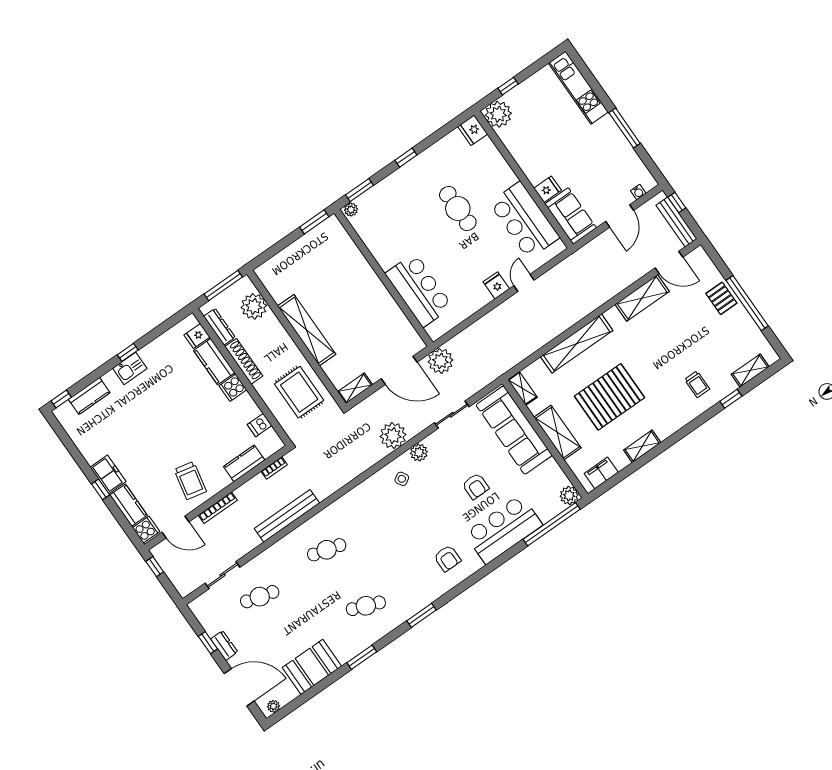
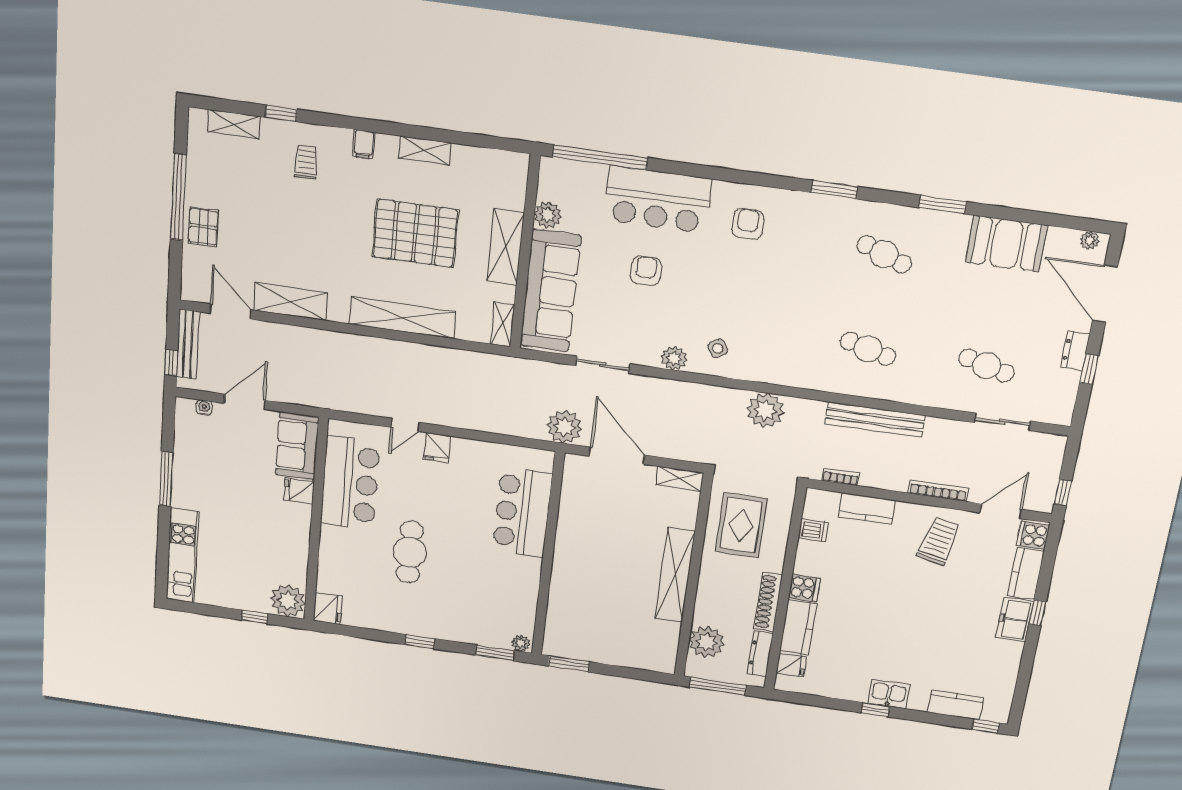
plant: (393, 436) -> (765, 410), moved
filing cabinet: (601, 473) -> (364, 144), moved, width x0.50
plant: (569, 495) -> (548, 215), moved
door: (175, 527) -> (1001, 511), hinge flipped

